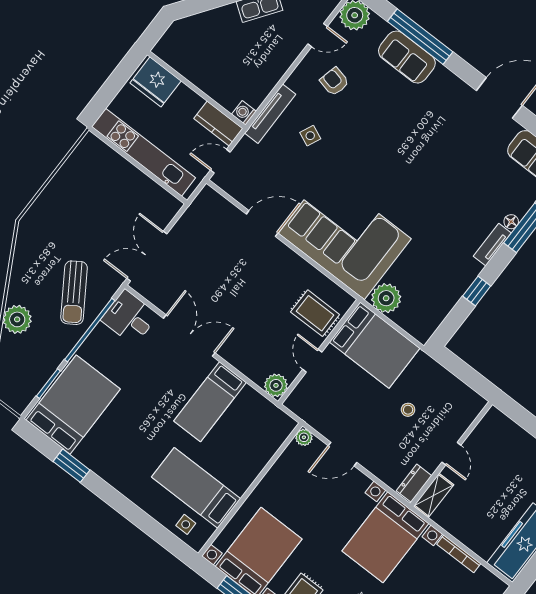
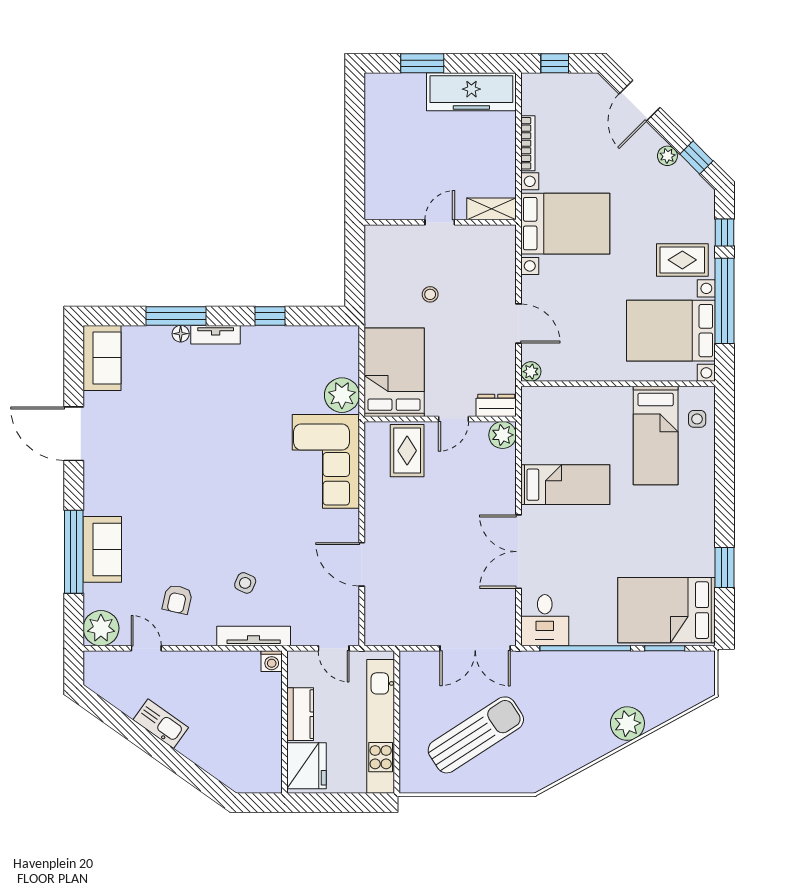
kitchen counter: (218, 124) -> (300, 714), moved
corner sofa: (345, 236) -> (326, 461), width x0.73, depth x0.74
sun lounger: (74, 293) -> (476, 735), moved, width x1.36, depth x1.34
dresser: (414, 483) -> (496, 405), moved, turned 180

